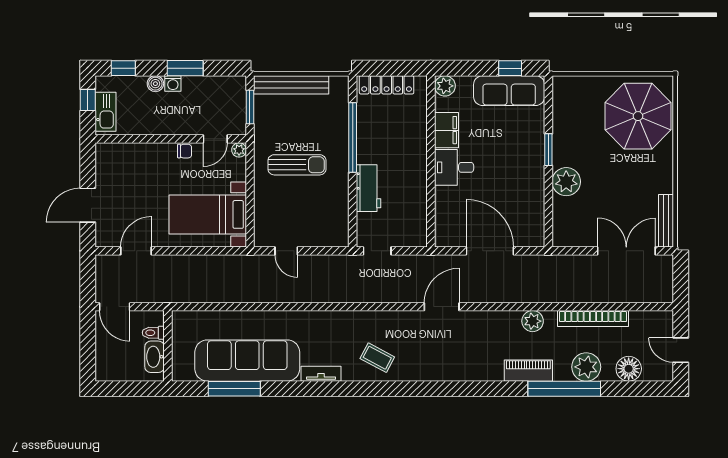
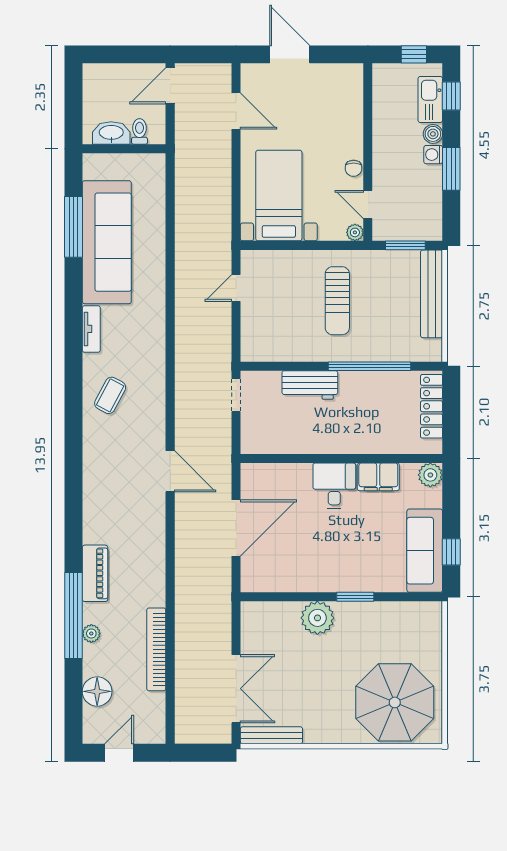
kitchen sink: (106, 112) -> (430, 99), moved, turned 90
plant: (533, 321) -> (153, 578), removed
plant: (586, 367) -> (91, 634), width x0.53, depth x0.53

